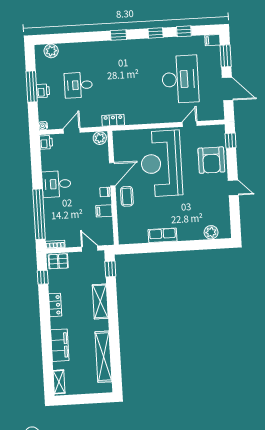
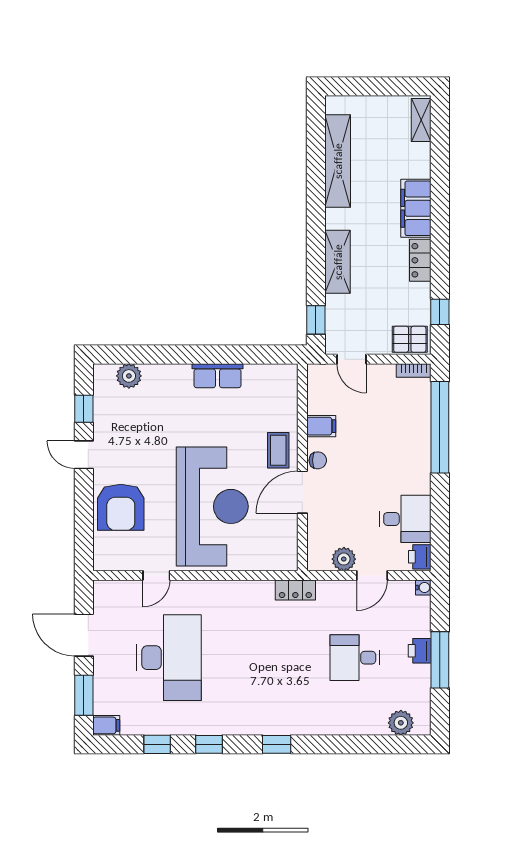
desk: (180, 79) -> (169, 658), turned 180
desk: (78, 85) -> (355, 658), turned 180
plant: (100, 138) -> (344, 559), moved
window: (231, 141) -> (84, 409), moved
armchair: (211, 160) -> (121, 507), turned 180
desk: (56, 184) -> (405, 519), moved
filing cabinet: (60, 345) -> (416, 208), moved

